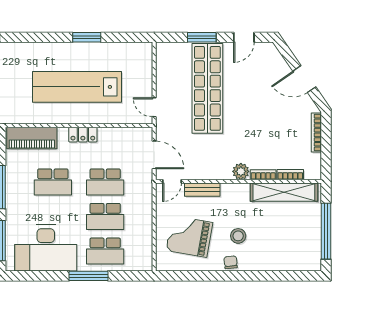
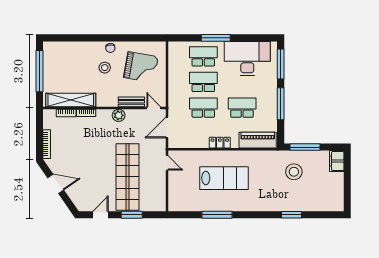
window: (87, 37) -> (217, 215), width x1.44
lab bench: (77, 87) -> (224, 178), width x0.73
door: (154, 155) -> (167, 128), hinge flipped
plant: (241, 171) -> (119, 115), moved
door: (172, 181) -> (154, 108), hinge flipped

